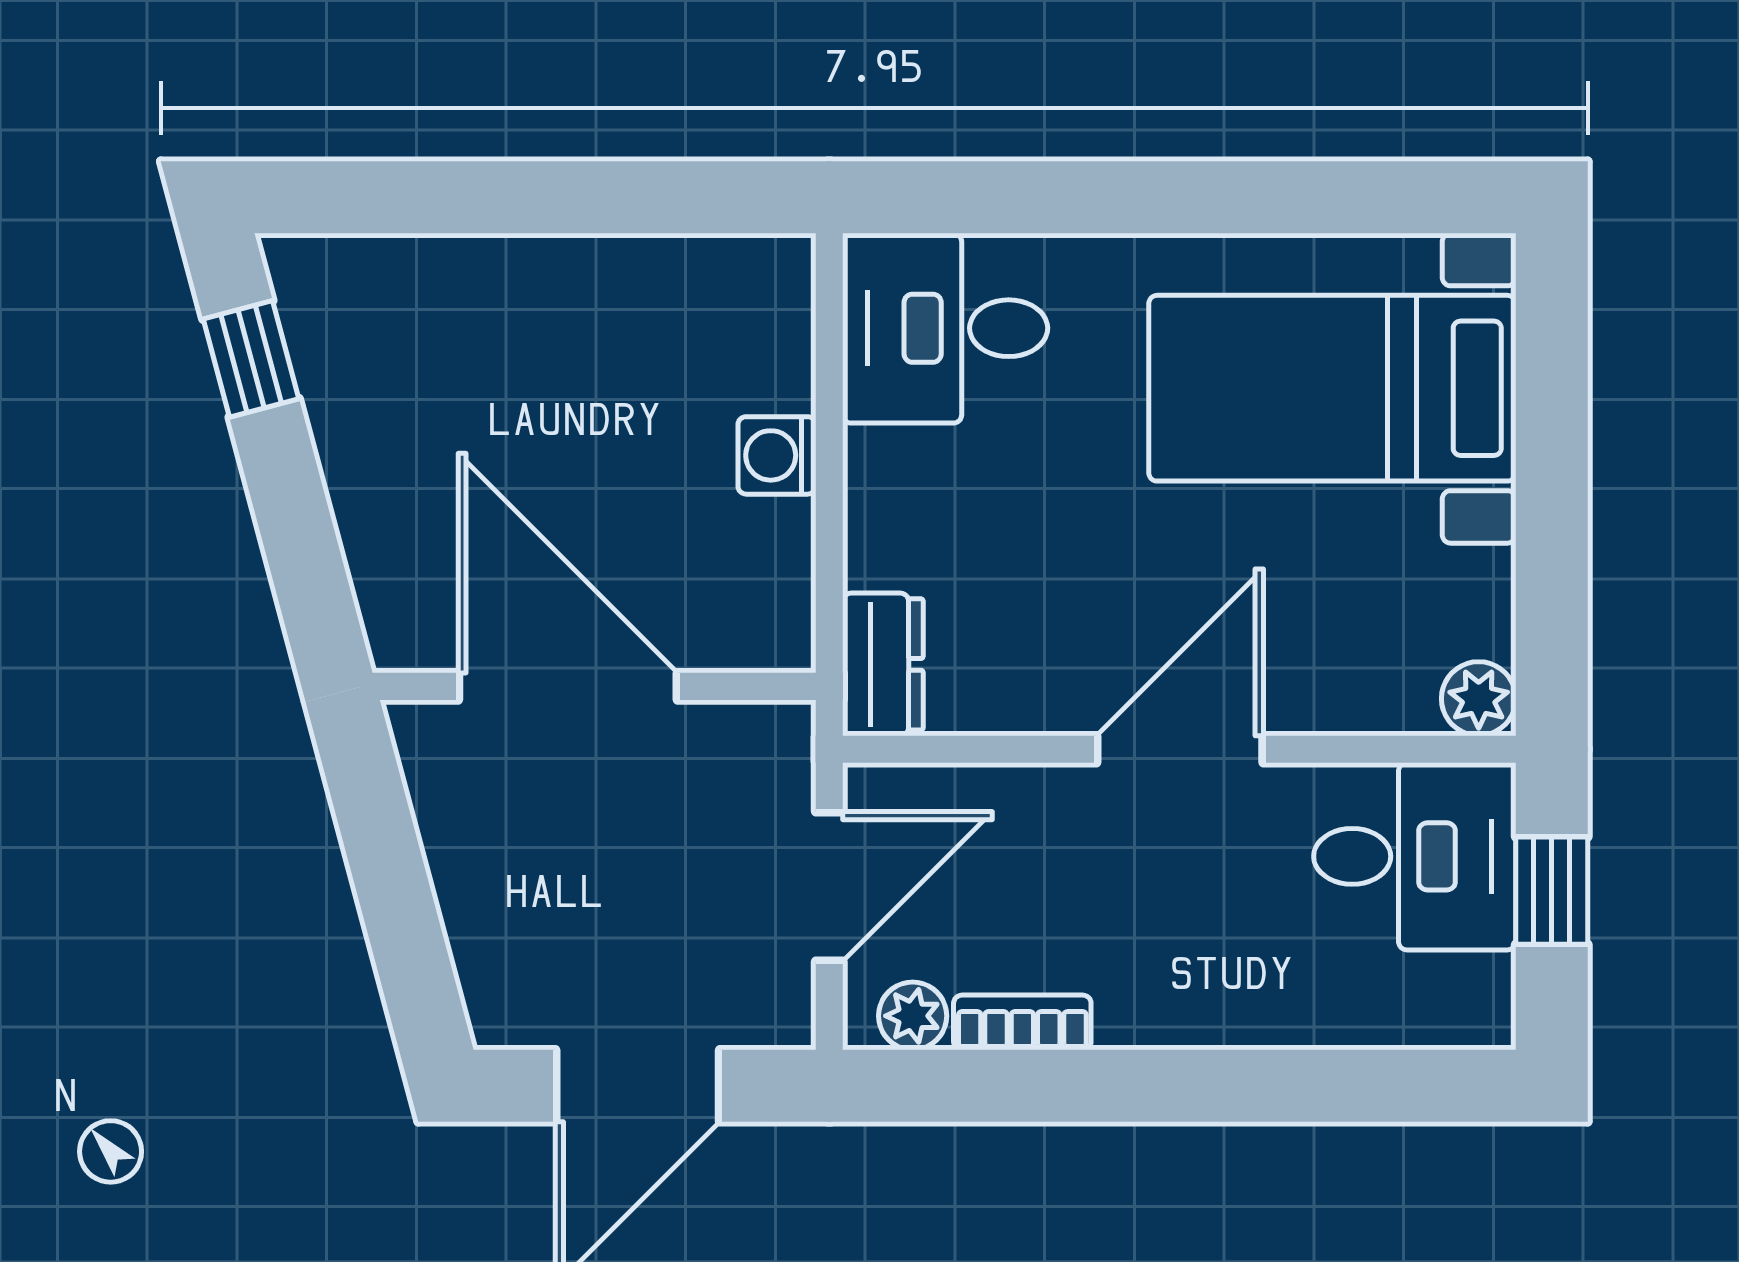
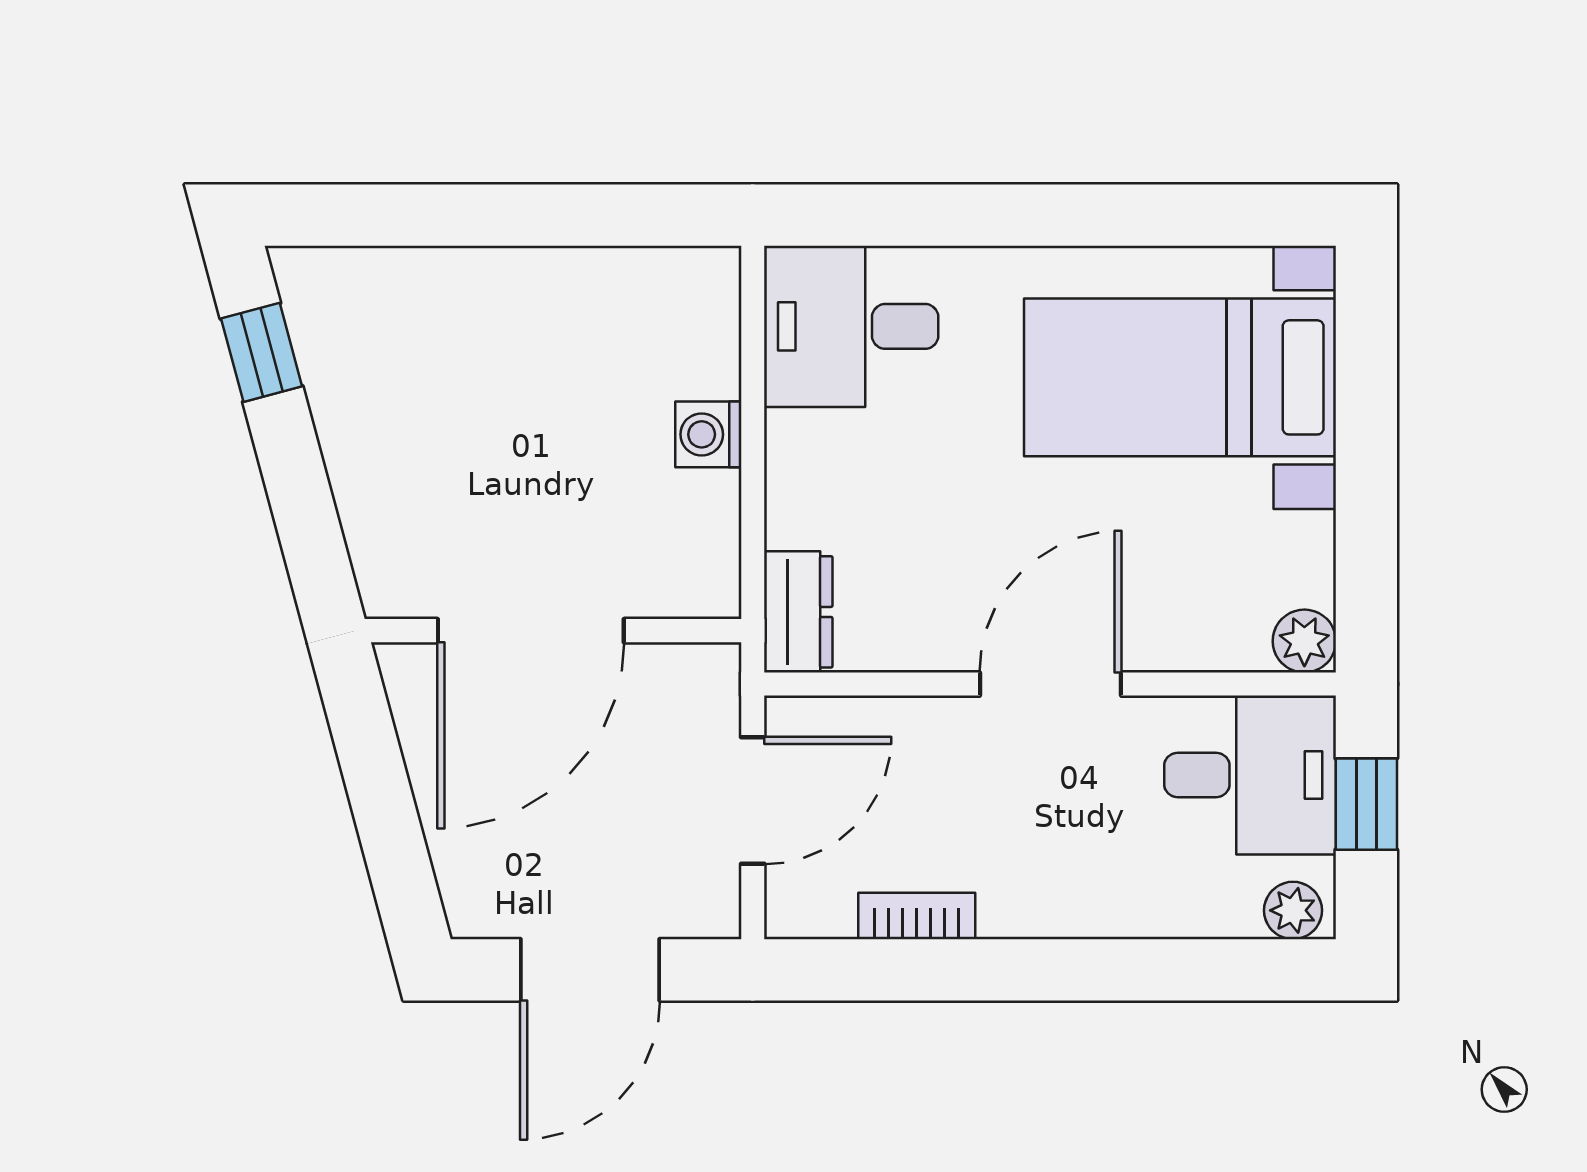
door: (568, 686) -> (531, 631), swing flipped
plant: (913, 1016) -> (1293, 910), moved

